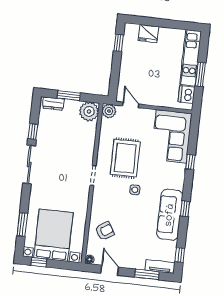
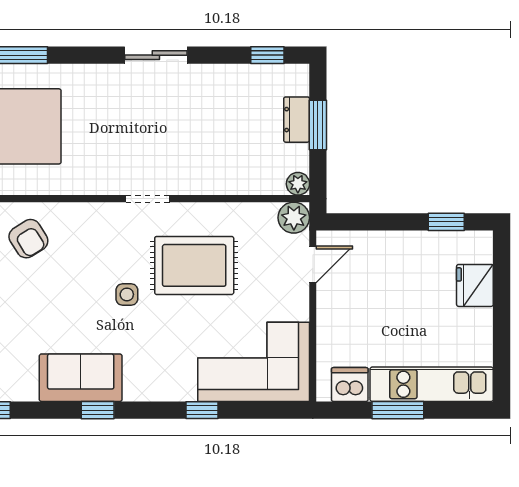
dresser: (53, 103) -> (297, 120), moved
plant: (89, 111) -> (298, 184), width x0.53, depth x0.53
window: (33, 131) -> (267, 55), moved
sliding door: (29, 165) -> (156, 55), width x0.73
sofa: (170, 215) -> (81, 378), width x0.73

